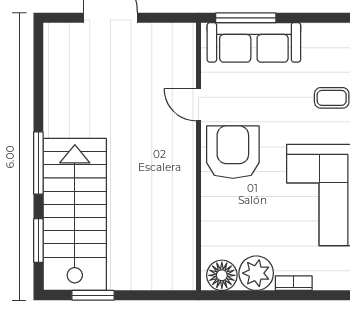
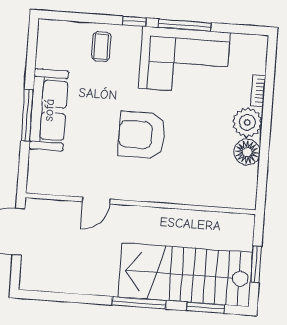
door: (199, 105) -> (96, 200), moved
wall: (199, 157) -> (140, 204), moved

